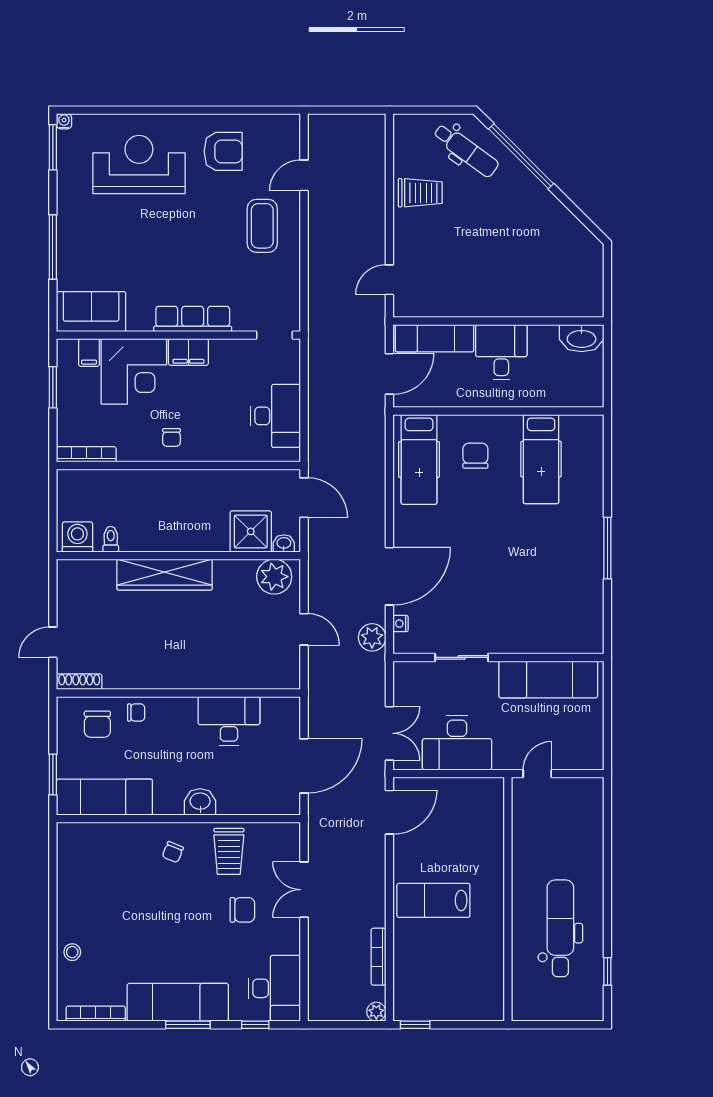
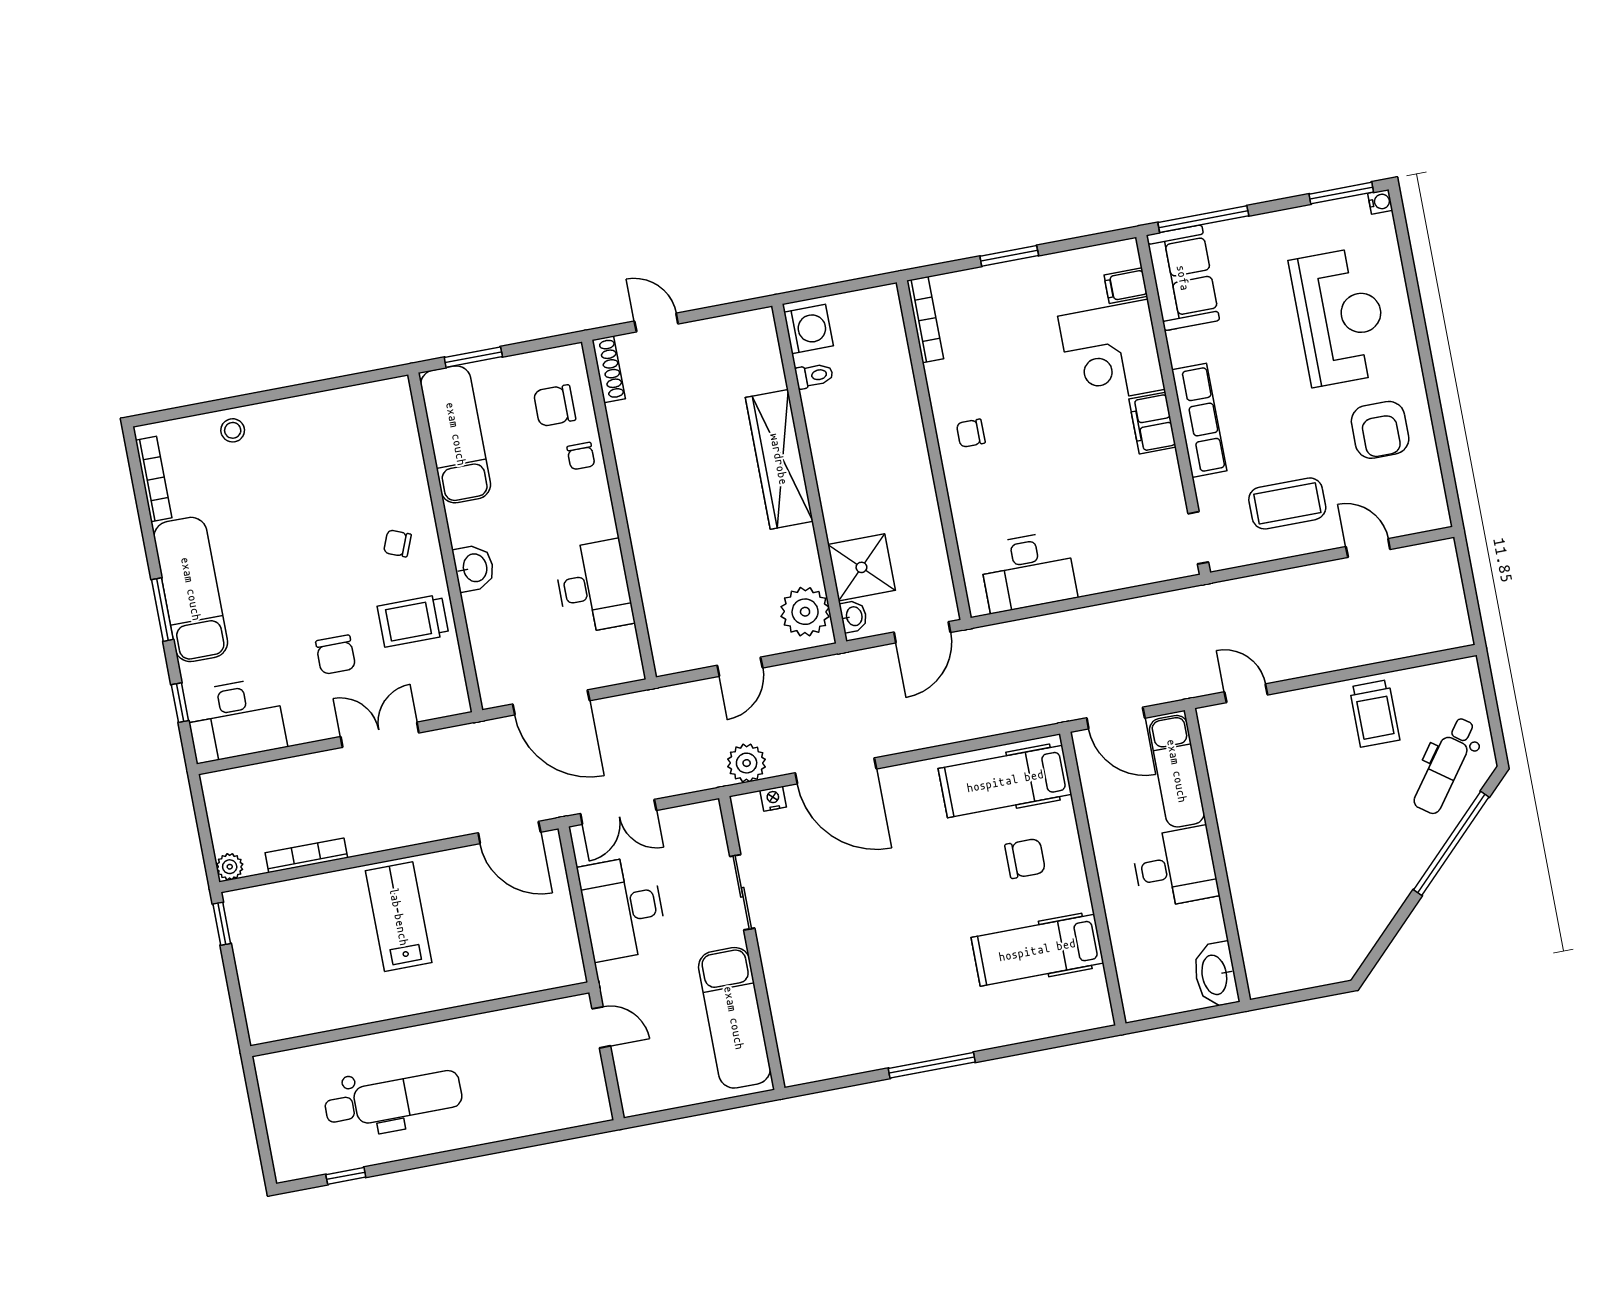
sofa: (91, 312) -> (1183, 278), moved
row of seats: (193, 319) -> (1199, 420), moved
wall: (178, 335) -> (1173, 405), moved
doorway: (275, 335) -> (1198, 538), moved
filing cabinet: (188, 352) -> (1152, 423), moved
filing cabinet: (89, 353) -> (1126, 286), moved
corner desk: (134, 371) -> (1111, 353), moved

